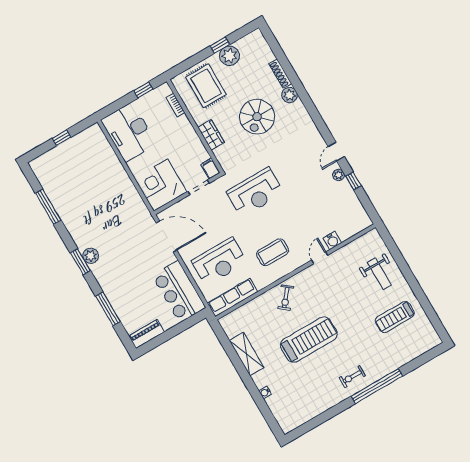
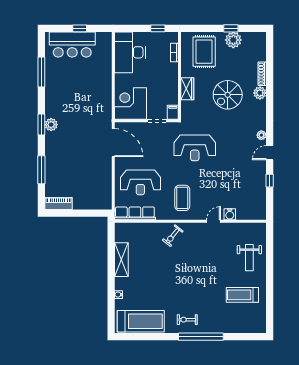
plant: (339, 175) -> (261, 135), moved
coffee table: (273, 252) -> (182, 198), turned 90
bar counter: (179, 292) -> (72, 45), moved, turned -90
treadmill: (309, 340) -> (141, 321), moved

